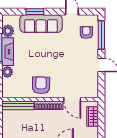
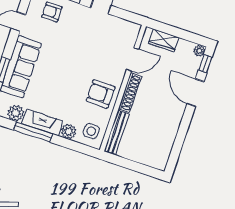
side table: (13, 87) -> (91, 131), added

